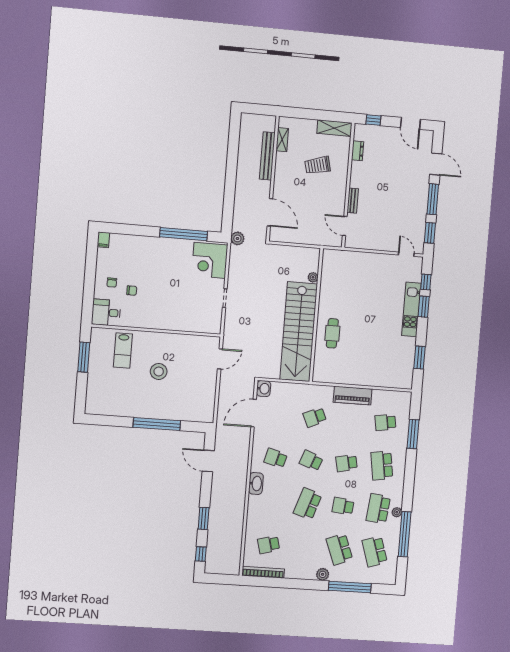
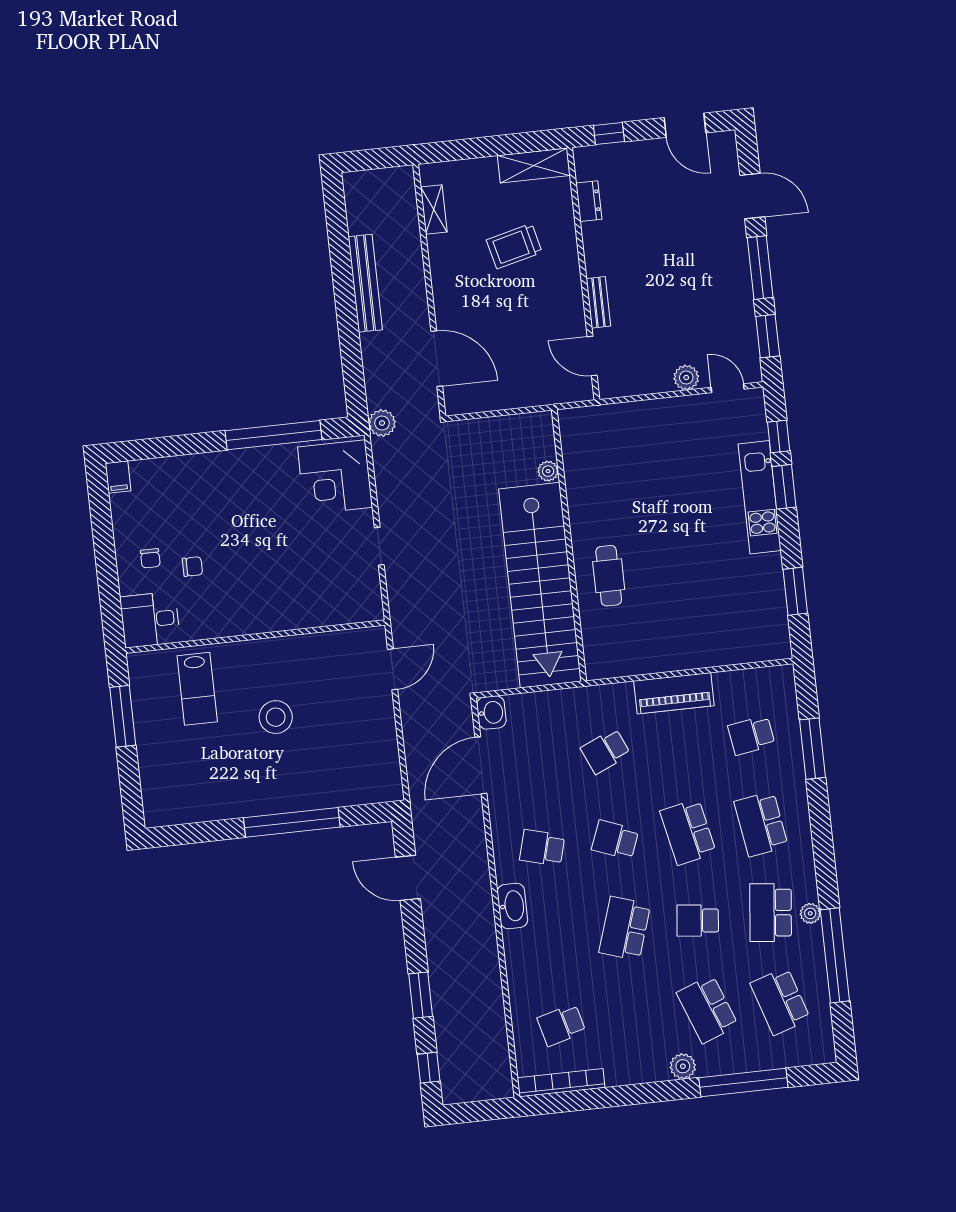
bench: (267, 156) -> (365, 283), moved
plant: (388, 245) -> (686, 378), added
school desk: (347, 463) -> (688, 832), width x1.85

